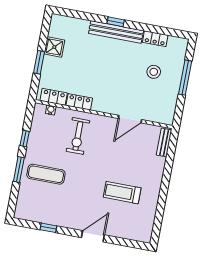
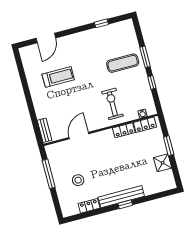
window: (185, 78) -> (49, 174), moved
door: (93, 236) -> (46, 38), moved

